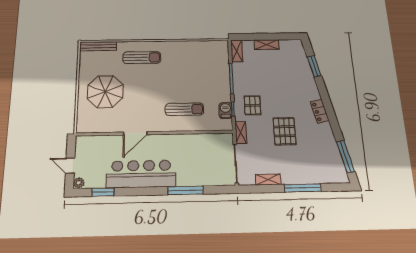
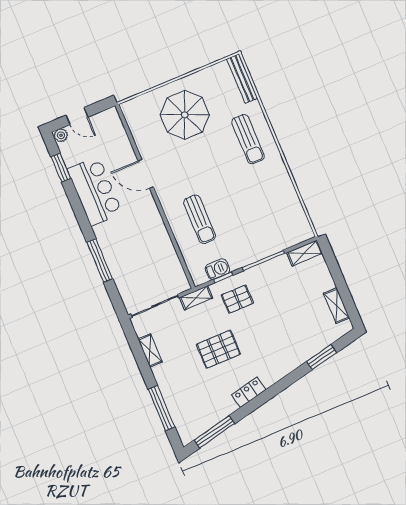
shelving: (267, 45) -> (336, 306), moved
locker: (320, 111) -> (249, 392), moved
door: (70, 166) -> (77, 116), swing flipped
bar counter: (141, 174) -> (95, 191), width x0.73
window: (303, 188) -> (161, 408), moved

